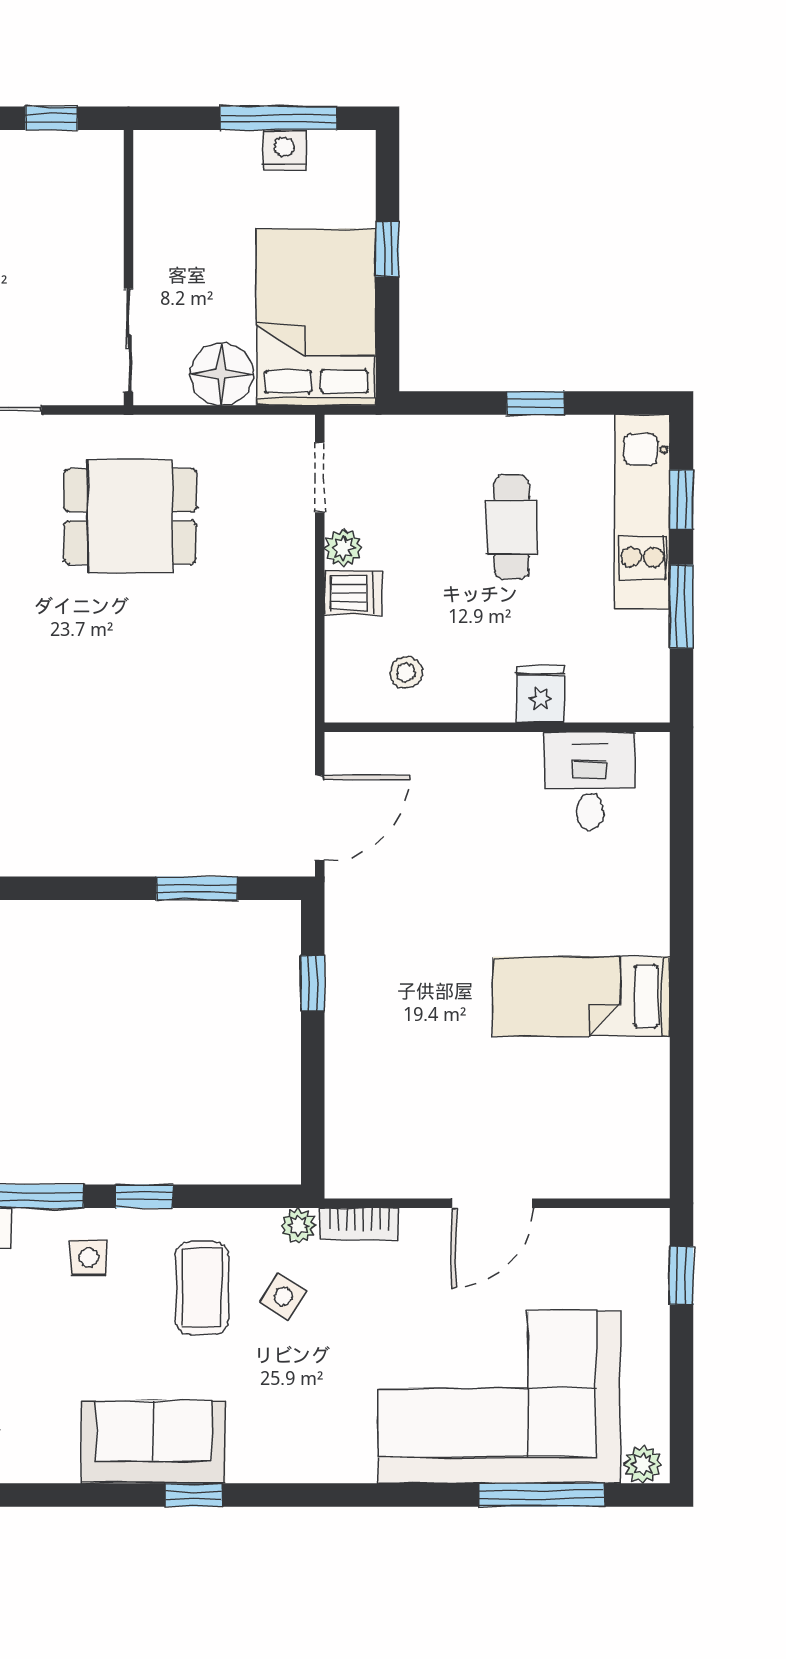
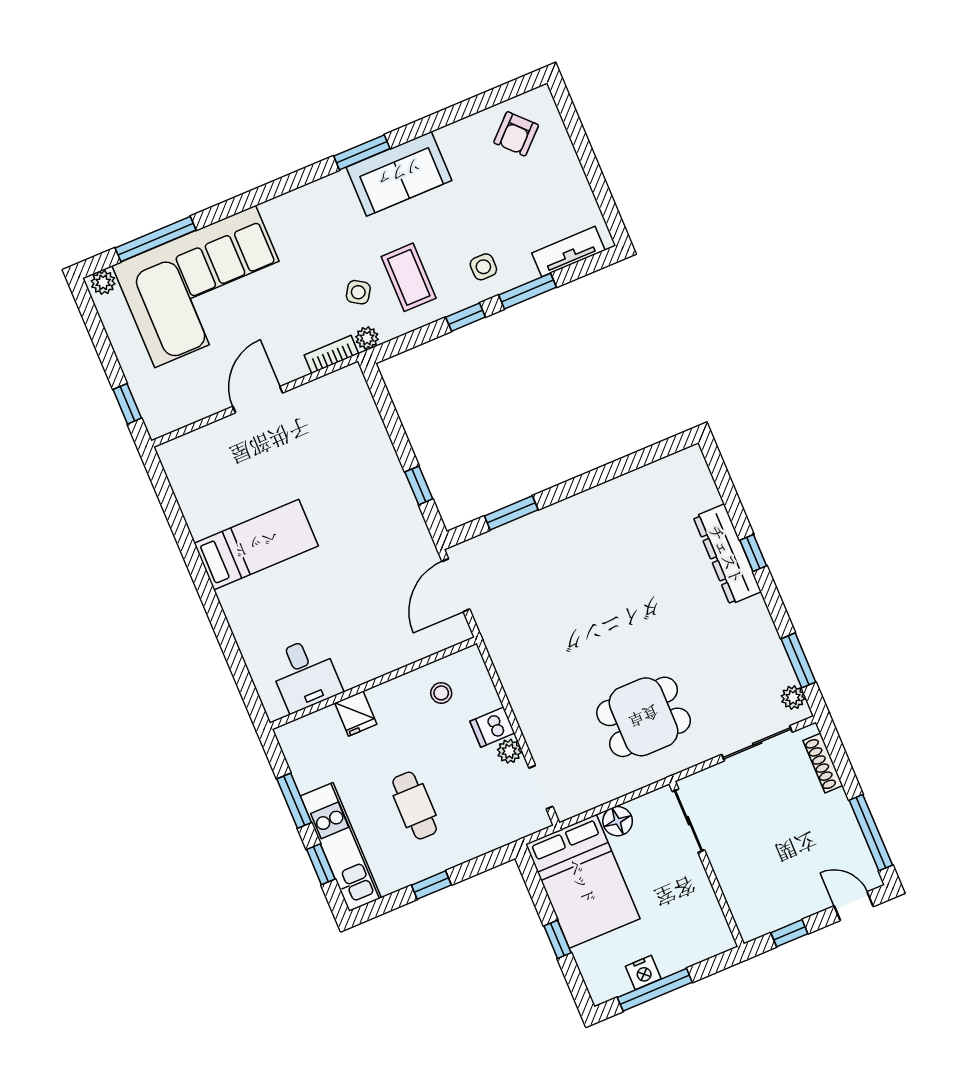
floor lamp: (222, 374) -> (618, 821), width x0.73, depth x0.73
window: (194, 1495) -> (362, 152), width x1.50

